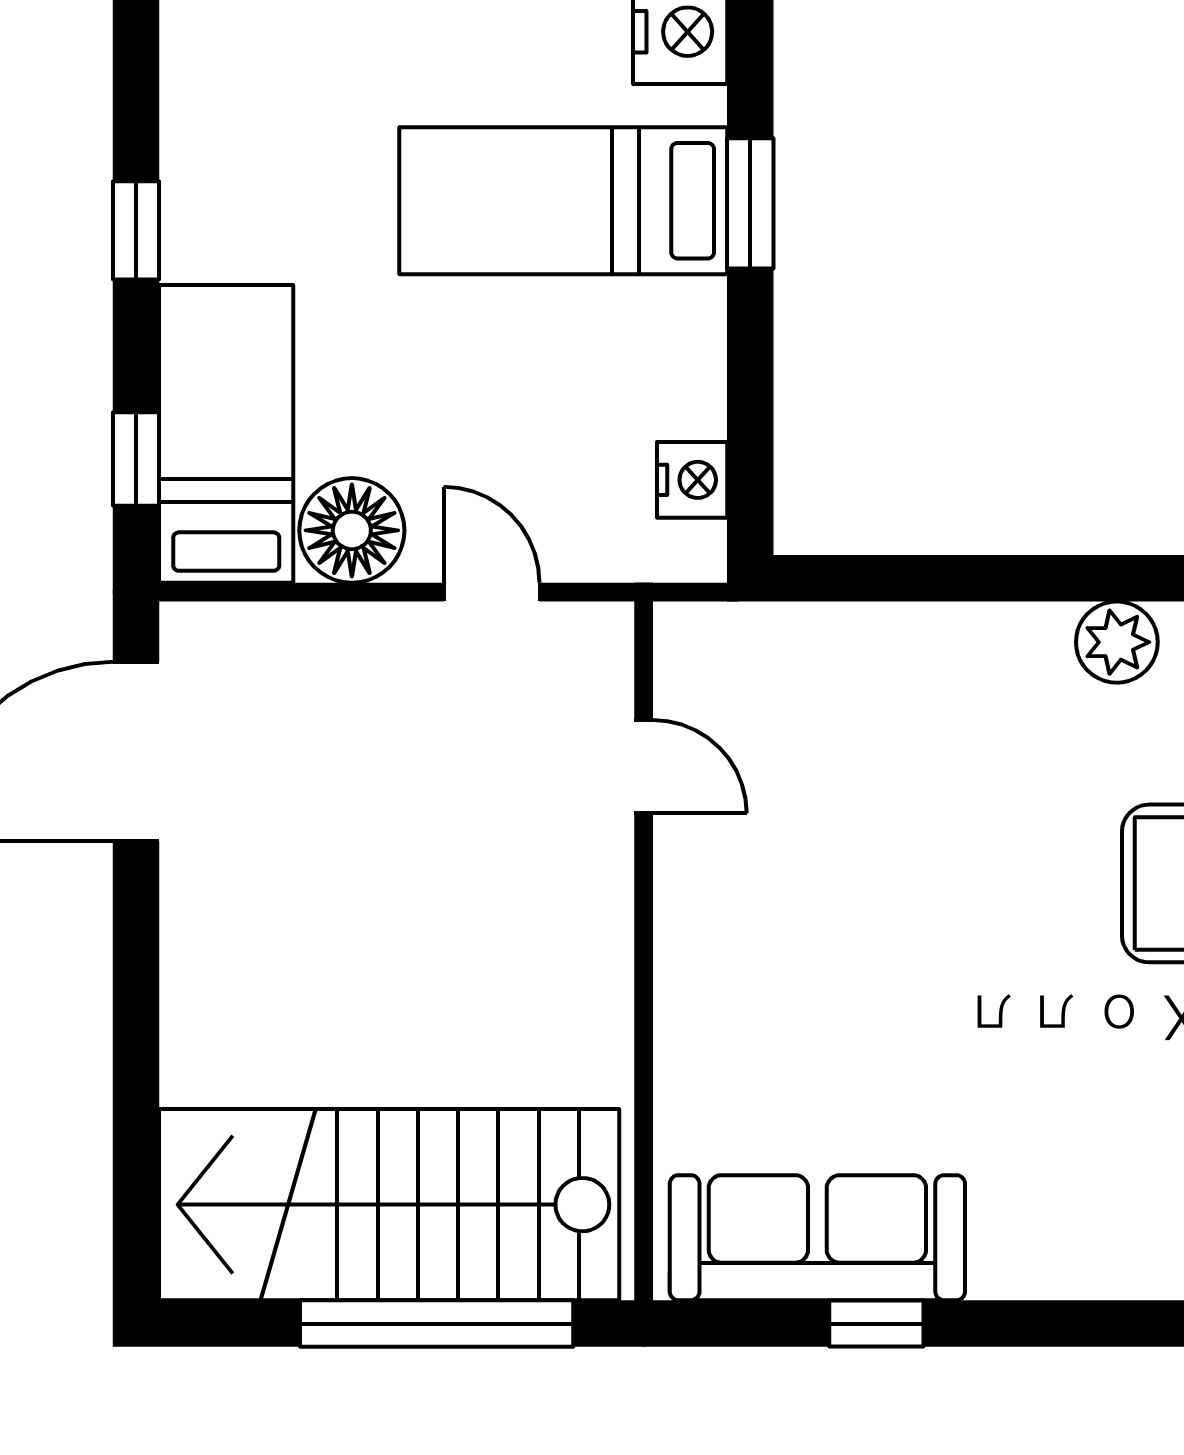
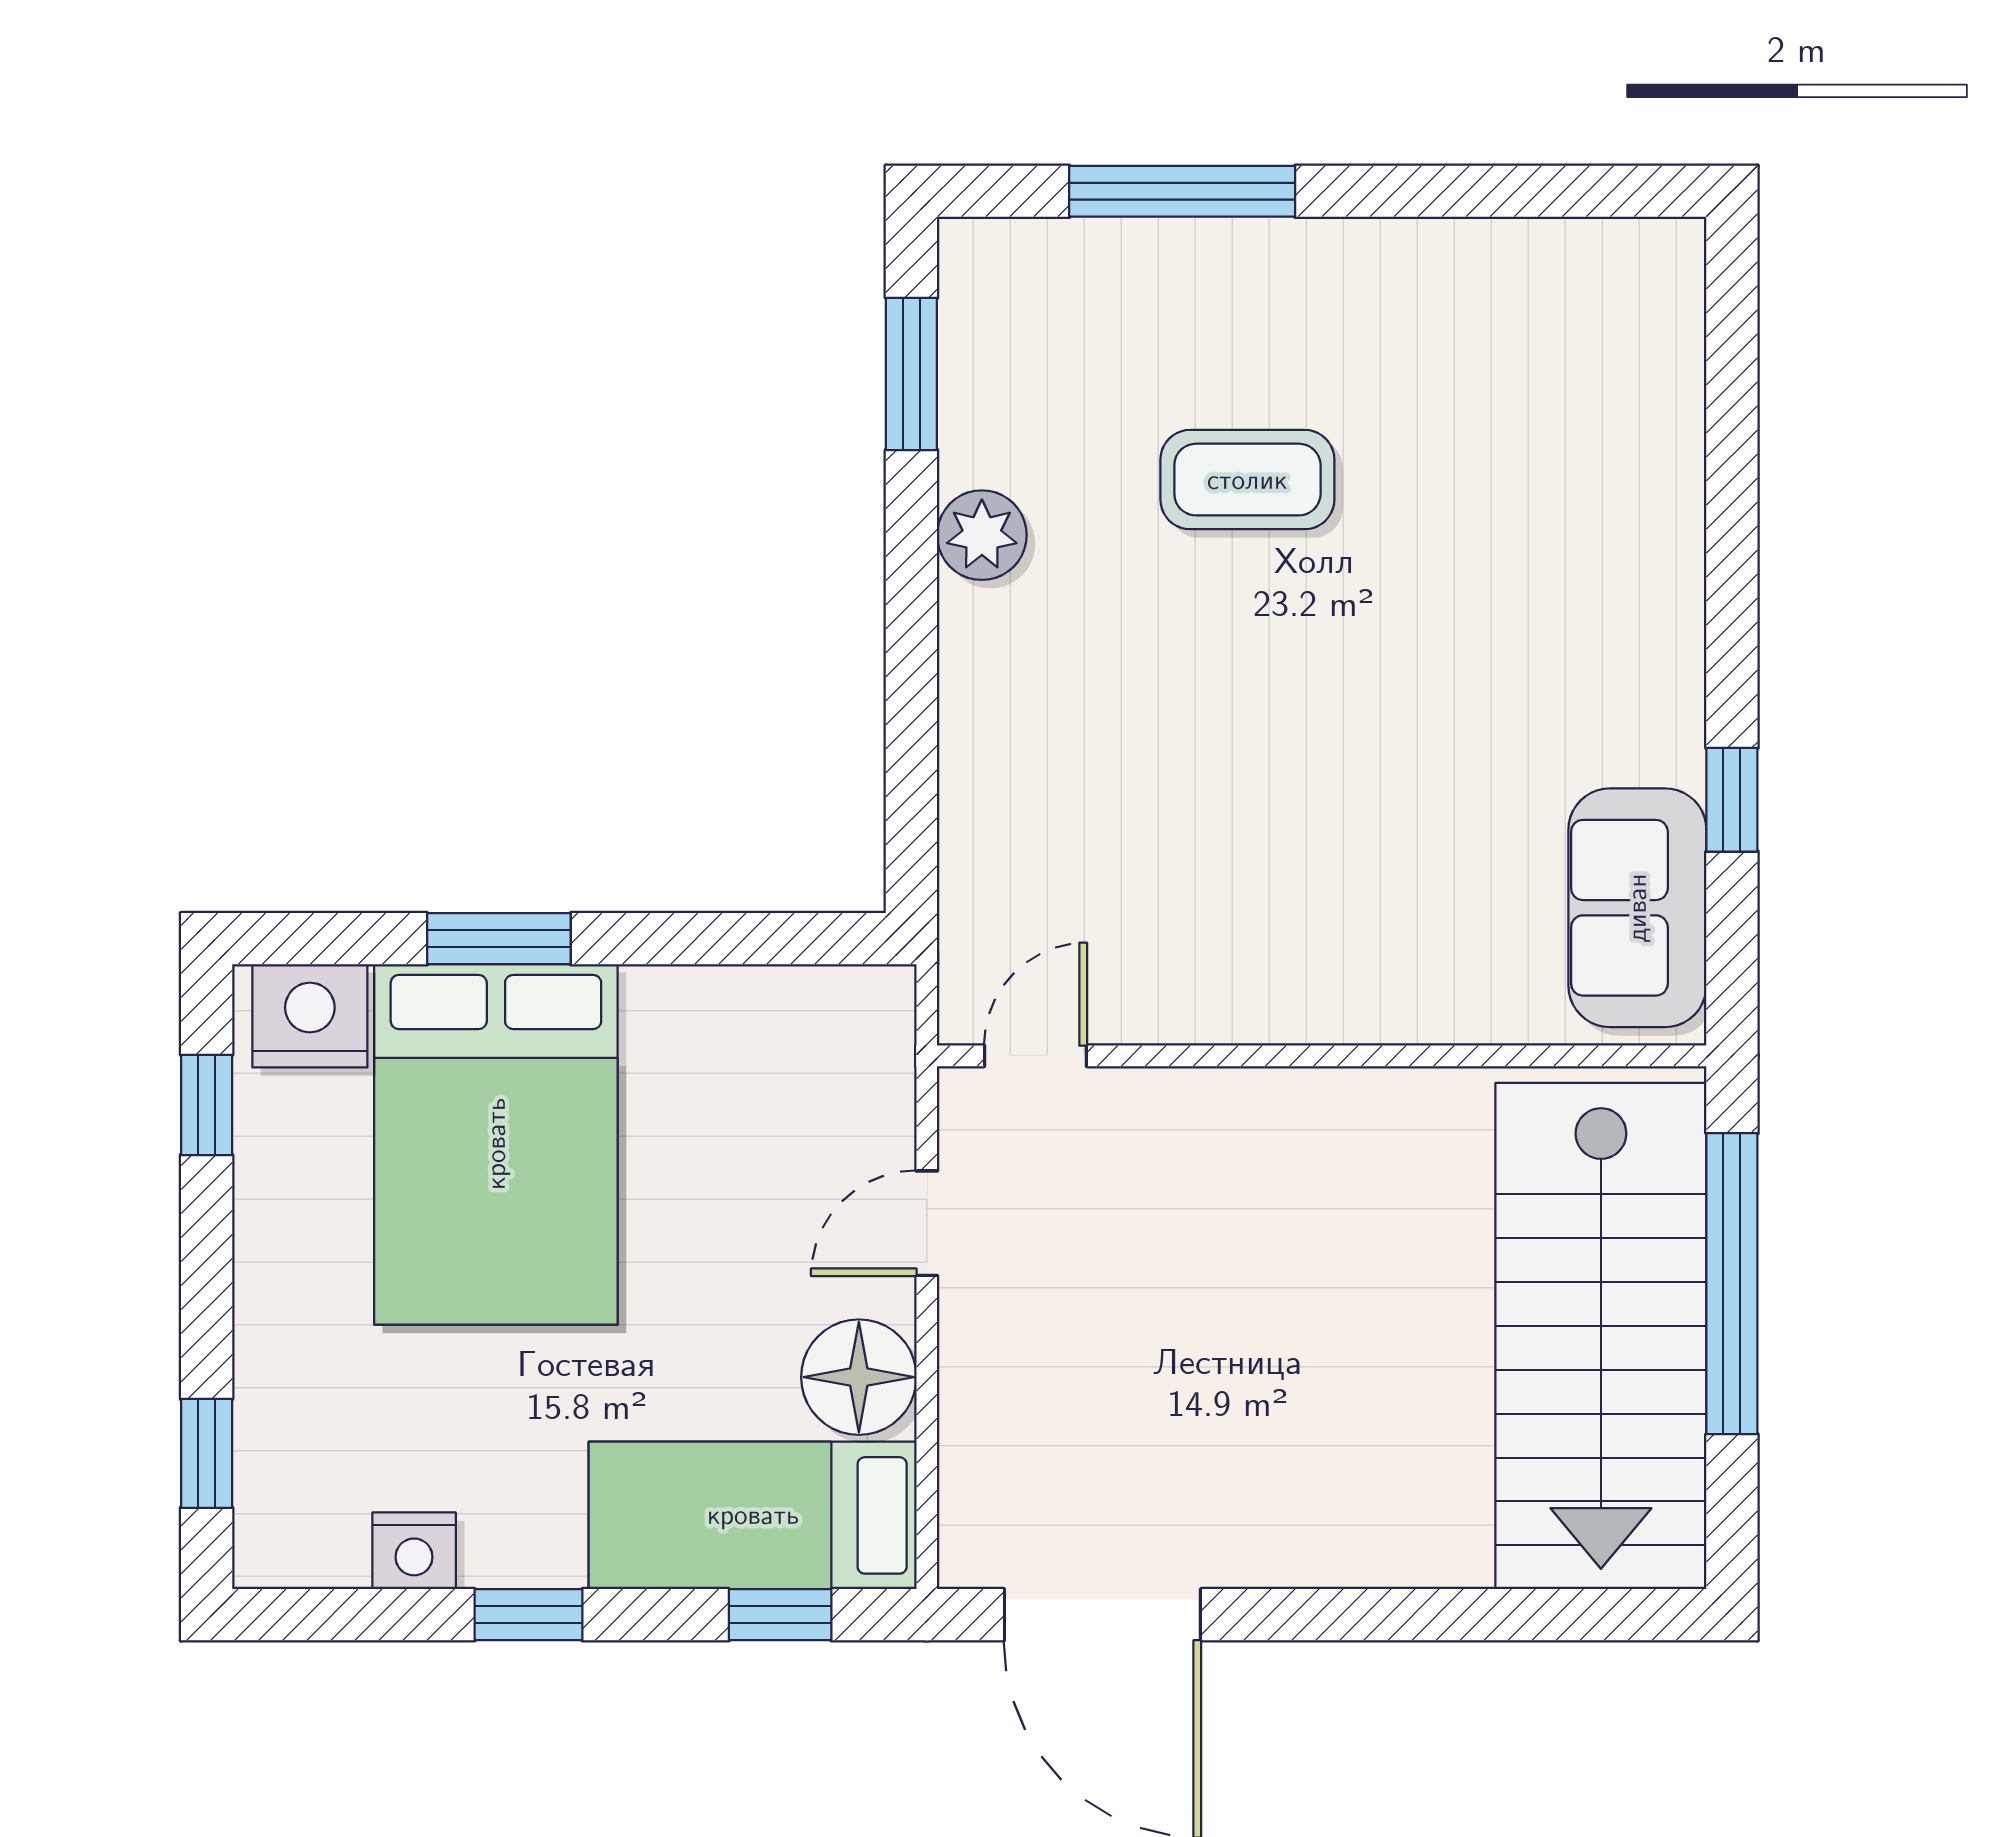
bed: (563, 201) -> (496, 1144), width x1.50
nightstand: (692, 480) -> (414, 1551), moved, turned 180
door: (644, 767) -> (1036, 1056), moved
sofa: (817, 1238) -> (1637, 908), width x0.73

